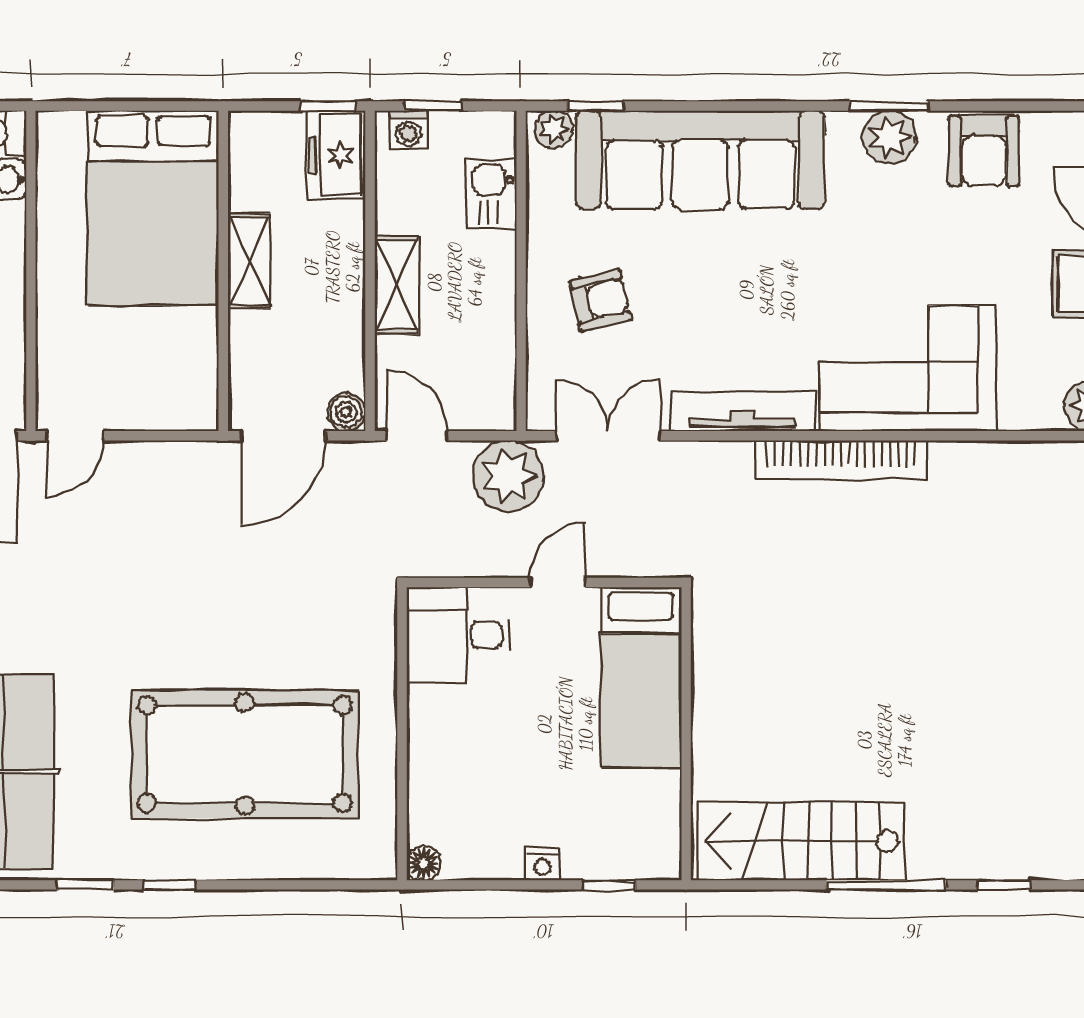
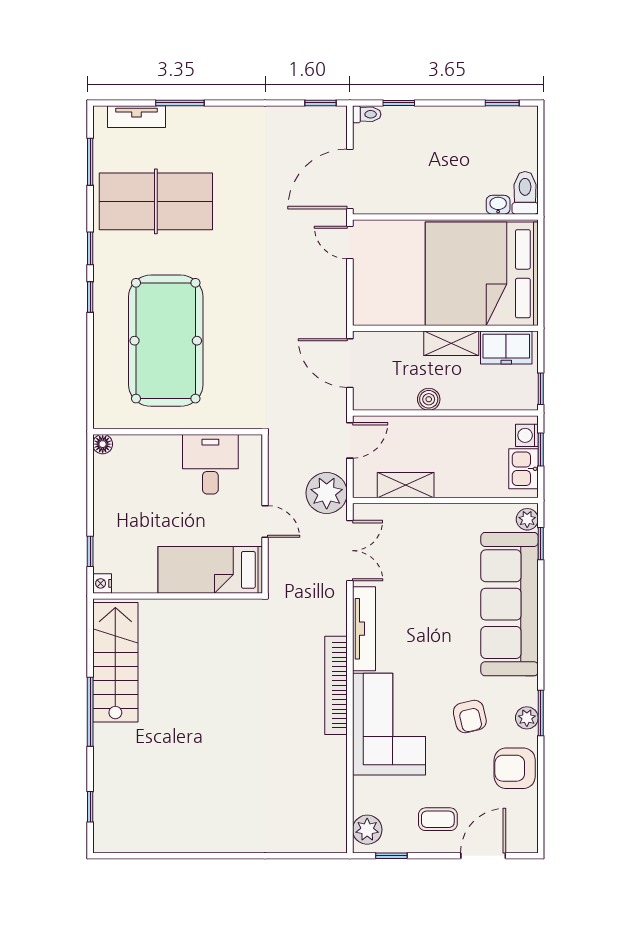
plant: (890, 137) -> (527, 718), width x0.73, depth x0.73
freezer: (337, 155) -> (506, 348), moved, turned 180
kitchen sink: (491, 194) -> (523, 469), moved, turned -90
bed: (153, 208) -> (482, 274), width x1.36
shelving: (397, 285) -> (406, 485), moved
armchair: (600, 300) -> (470, 716), moved
boiler: (346, 412) -> (429, 399), moved
desk: (458, 635) -> (210, 464), moved
nightstand: (542, 864) -> (102, 583), moved
window: (1004, 885) -> (90, 807), moved

